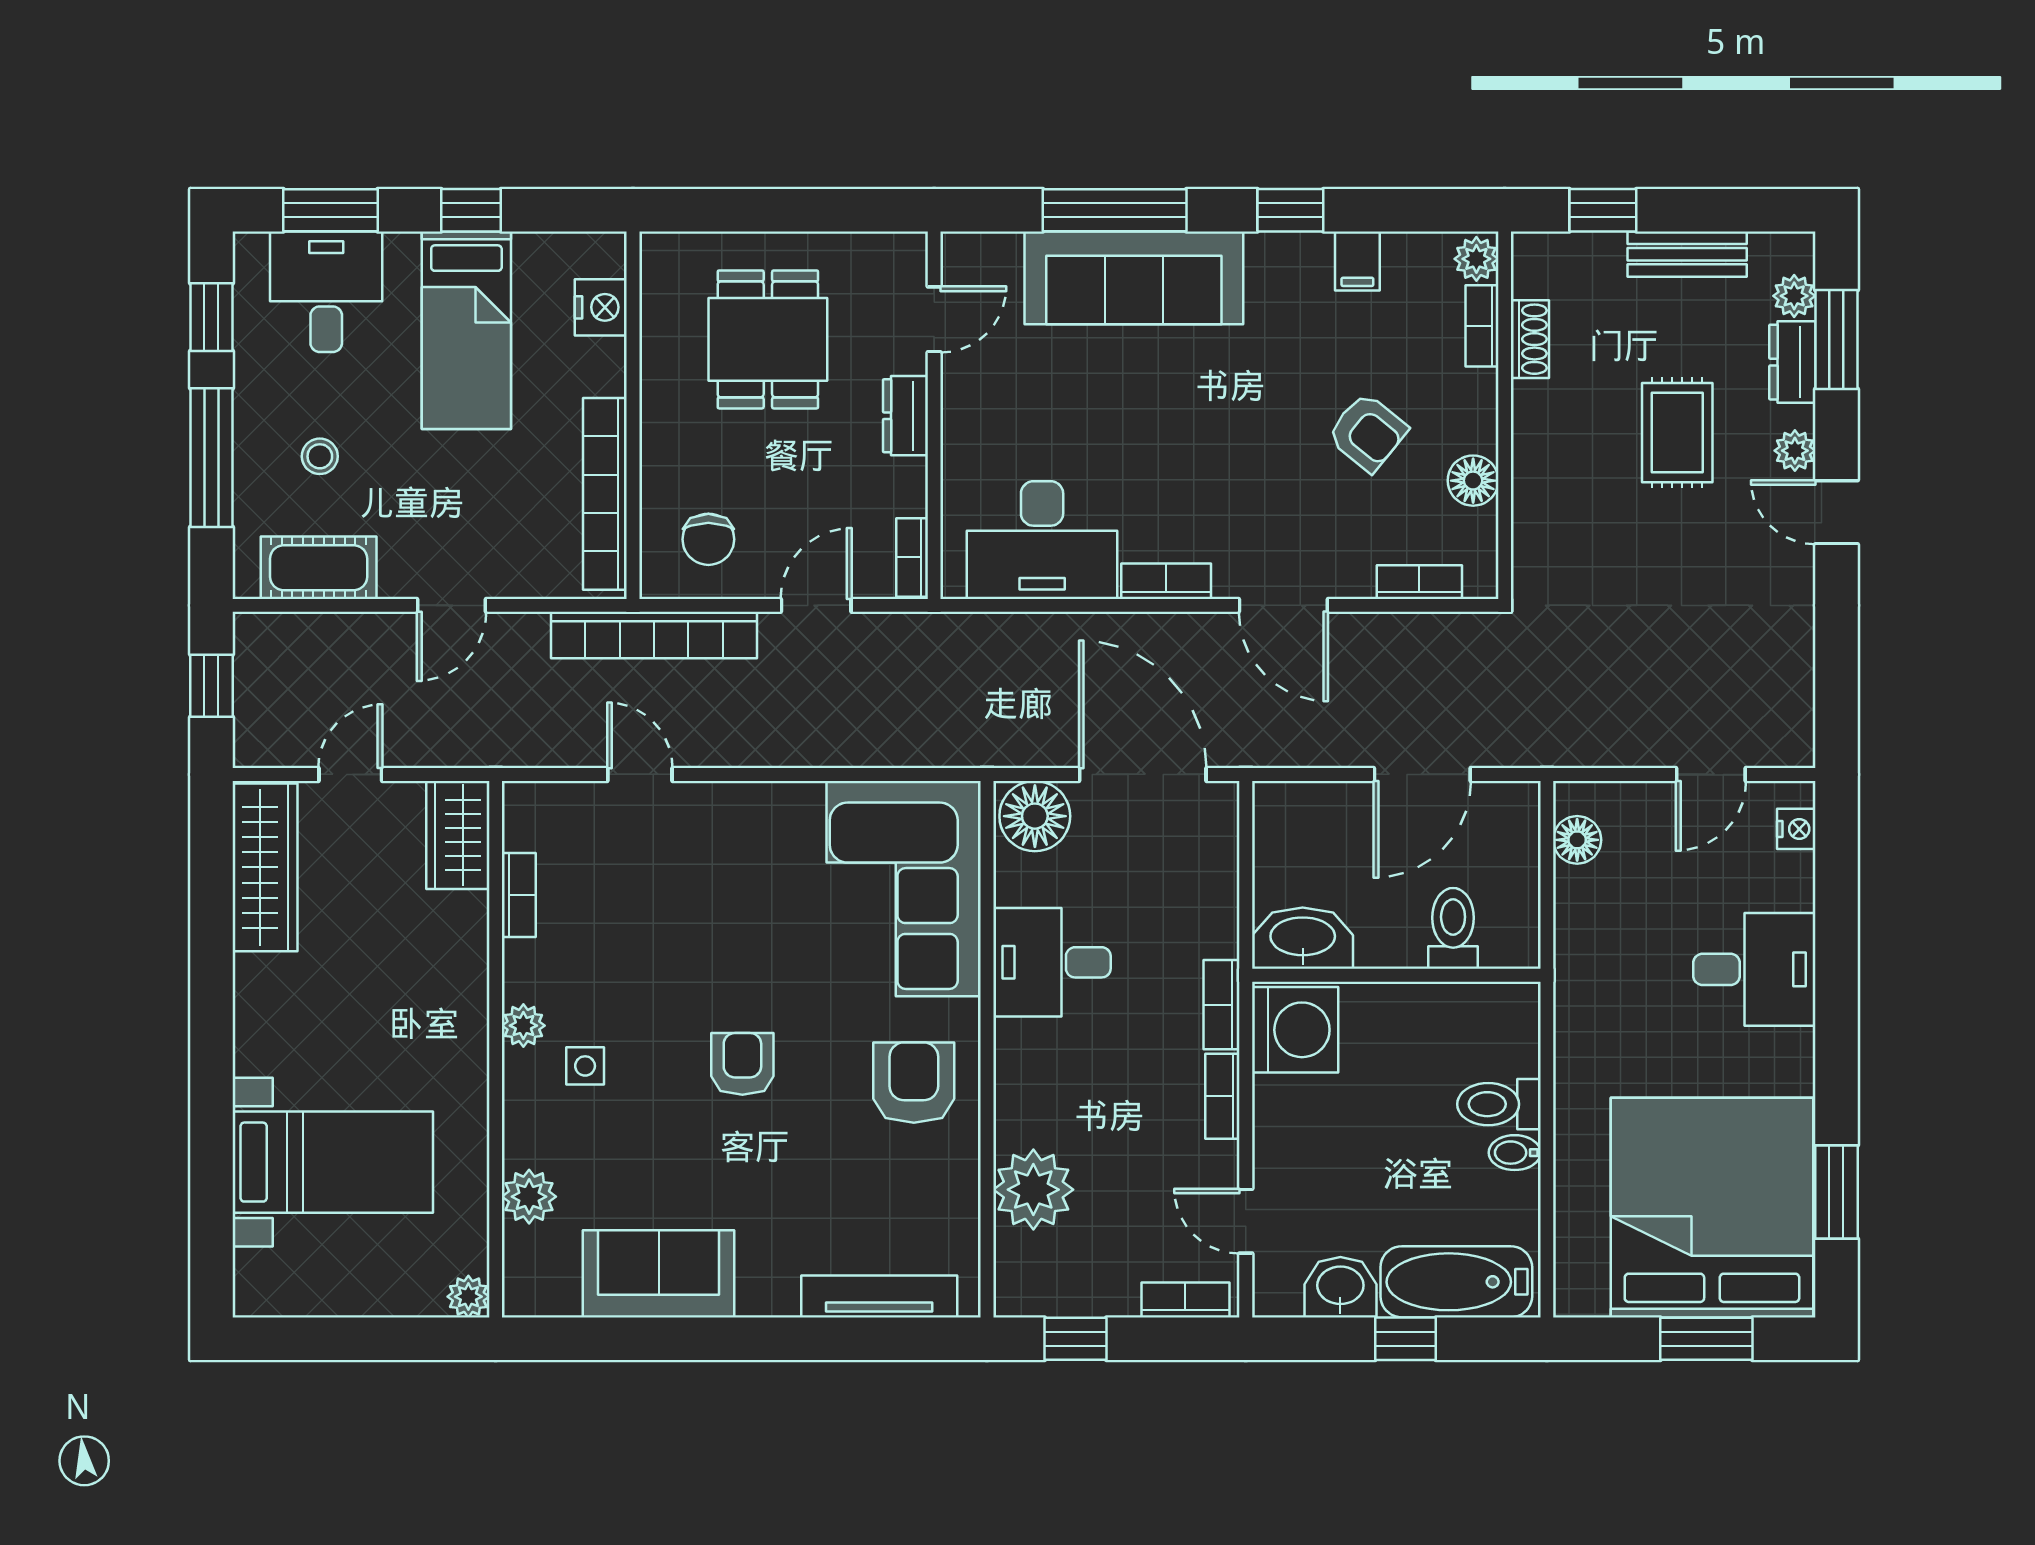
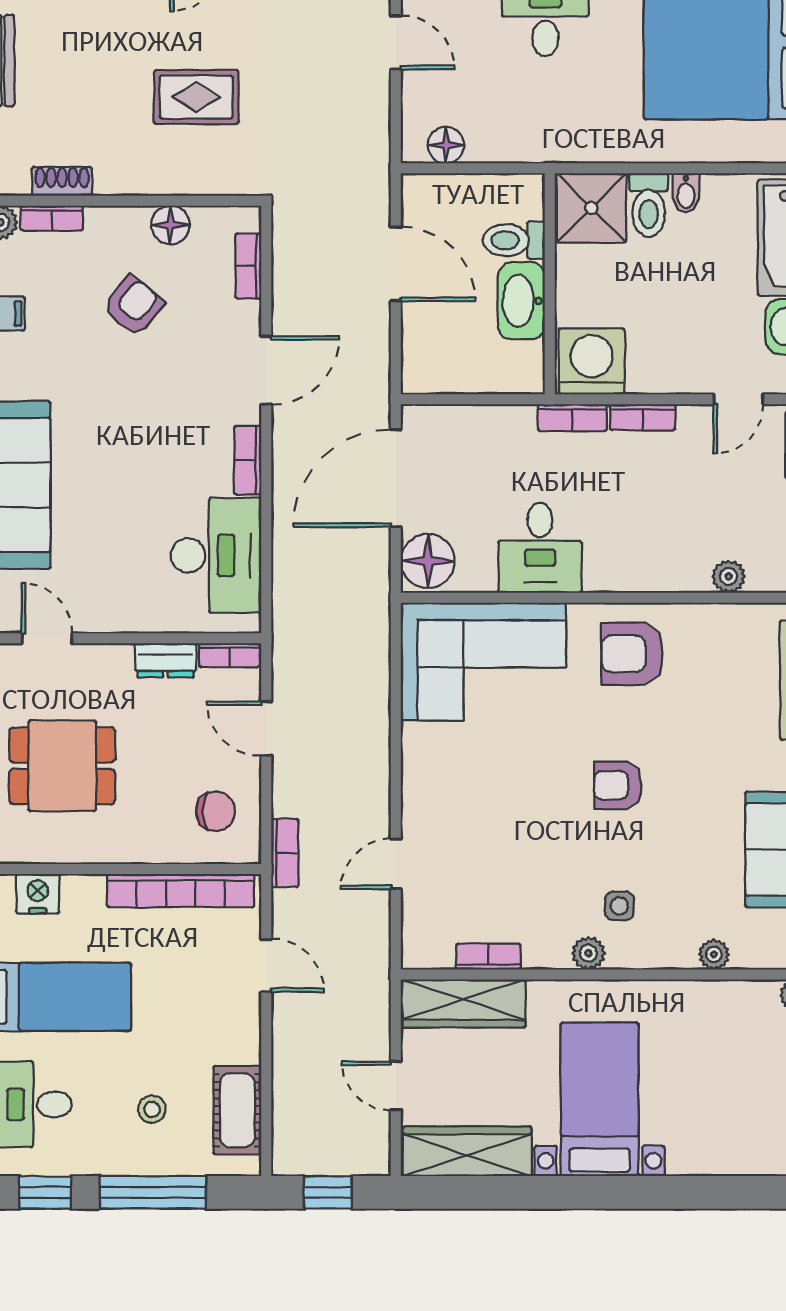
dresser: (905, 416) -> (165, 660), moved
rug: (1677, 433) -> (196, 97), moved
door: (451, 605) -> (266, 965), moved
bookcase: (654, 635) -> (285, 853), width x0.43, depth x0.76
wardrobe: (458, 835) -> (463, 1003), width x1.50
washbasin: (1303, 938) -> (521, 301), moved
shower: (1495, 1029) -> (591, 208), added
bed with nightstands: (333, 1162) -> (600, 1099), moved
plant: (1033, 1190) -> (729, 576), width x0.53, depth x0.53
plant: (529, 1197) -> (714, 954), width x0.73, depth x0.73

